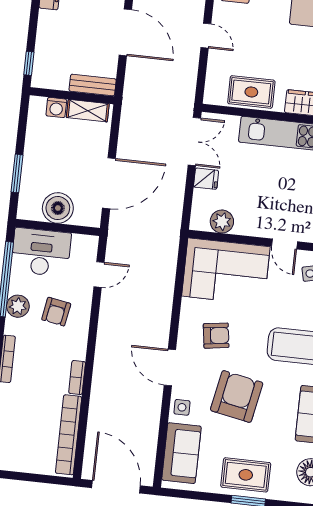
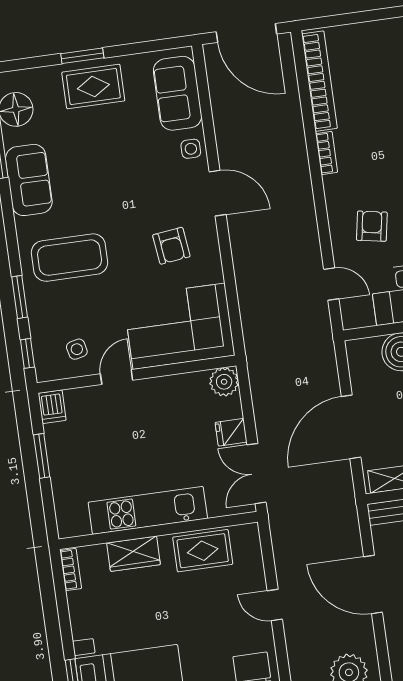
door: (109, 183) -> (351, 427), moved
plant: (222, 222) -> (224, 382), moved
door: (284, 244) -> (117, 377), hinge flipped
door: (99, 275) -> (331, 284), swing flipped
armchair: (216, 336) -> (171, 246), turned -89
armchair: (237, 396) -> (128, 178), removed

